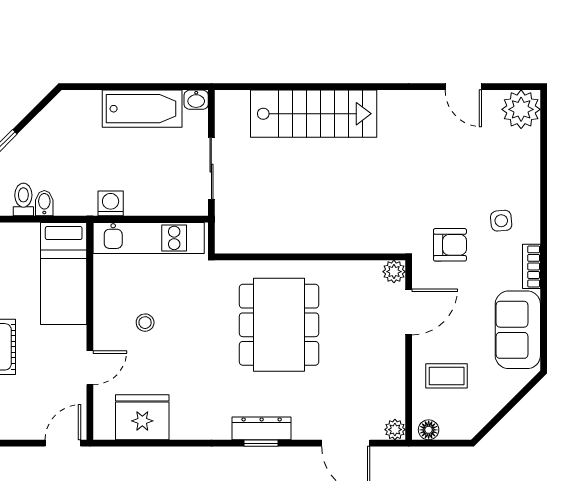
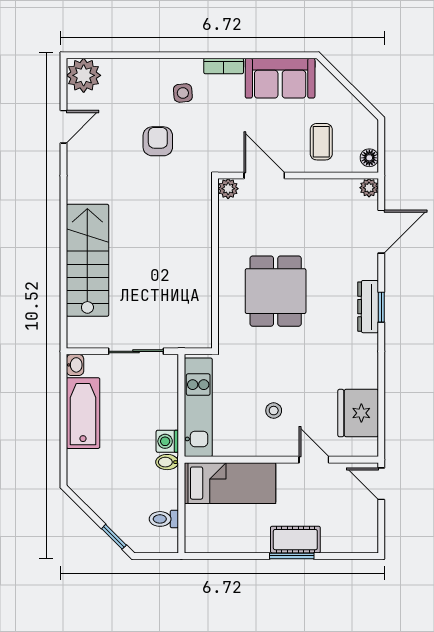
bidet: (44, 203) -> (167, 462), moved
armchair: (450, 245) -> (158, 141), moved
dining table: (279, 325) -> (276, 291), width x0.73

